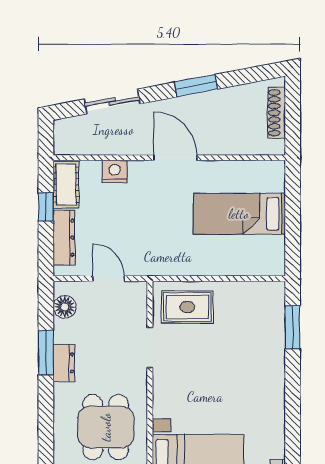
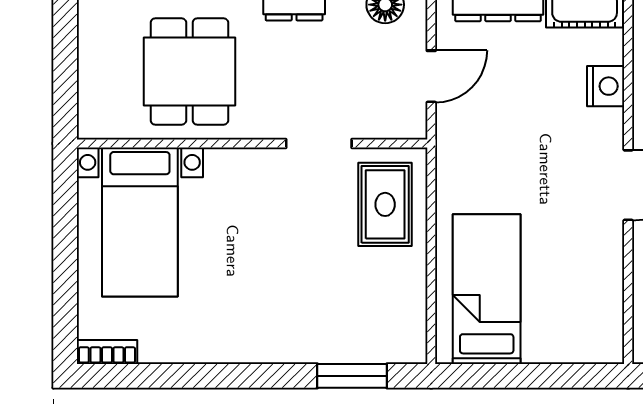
bed: (239, 214) -> (487, 289), moved
dining table: (106, 427) -> (189, 72), turned 90

